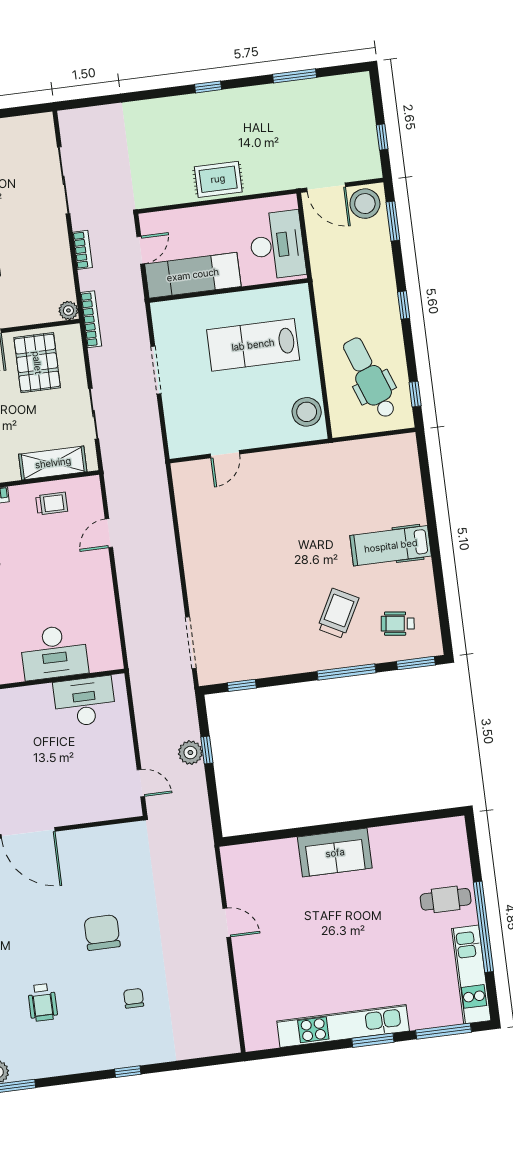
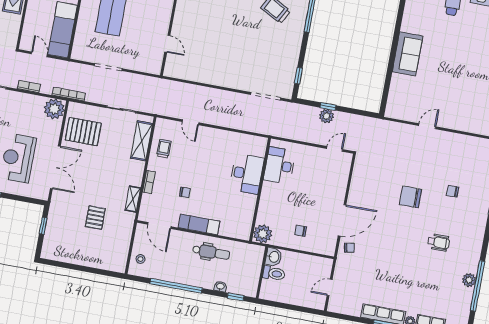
plant: (68, 310) -> (54, 109), width x1.87, depth x1.87

